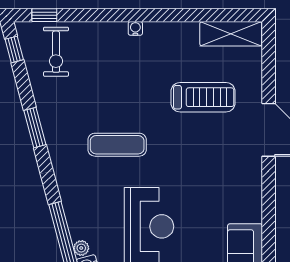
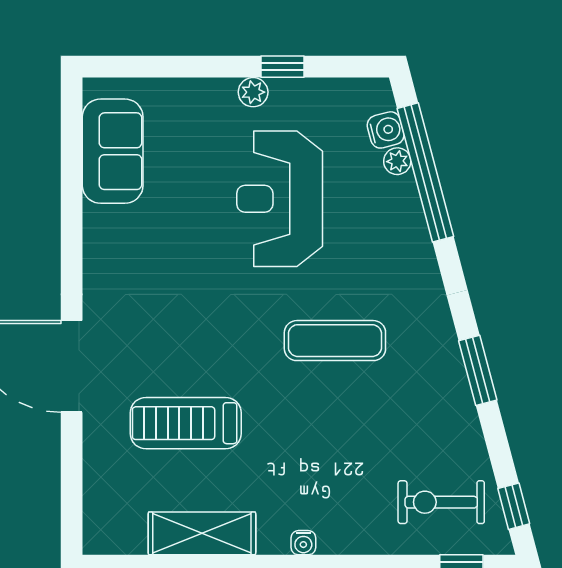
shelving: (231, 34) -> (202, 533), moved
exercise bike: (56, 52) -> (441, 502), turned -90

